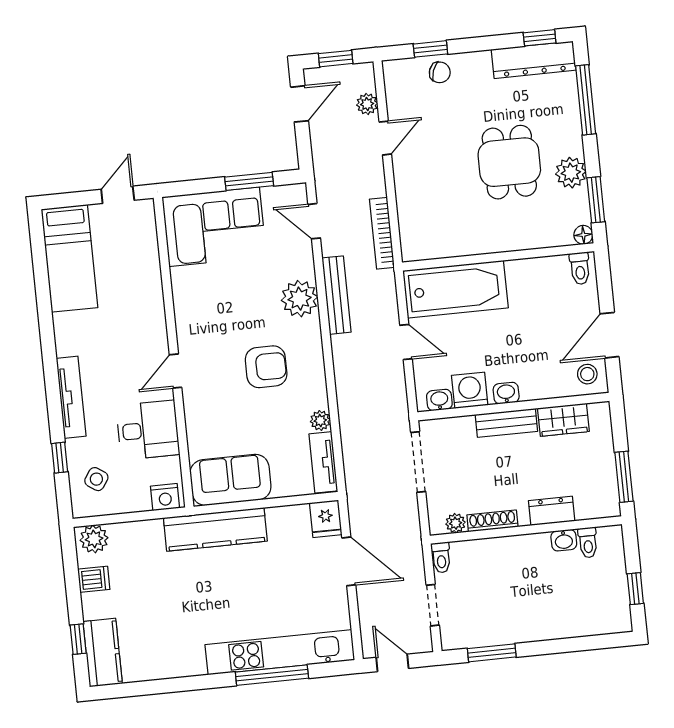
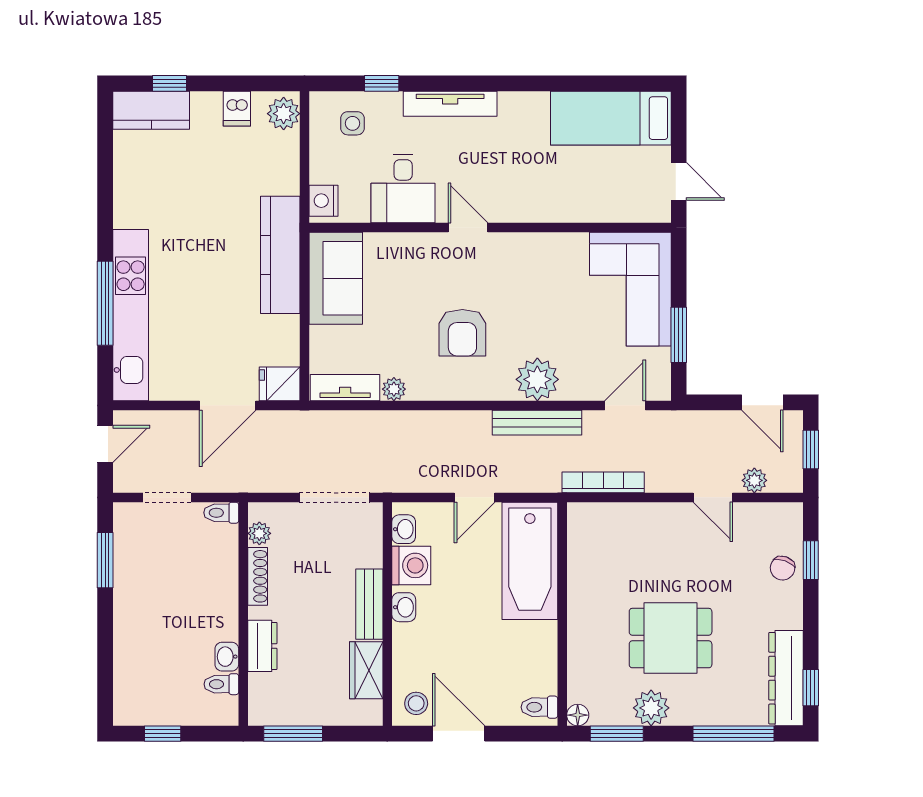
side table: (96, 479) -> (352, 123), turned -34

